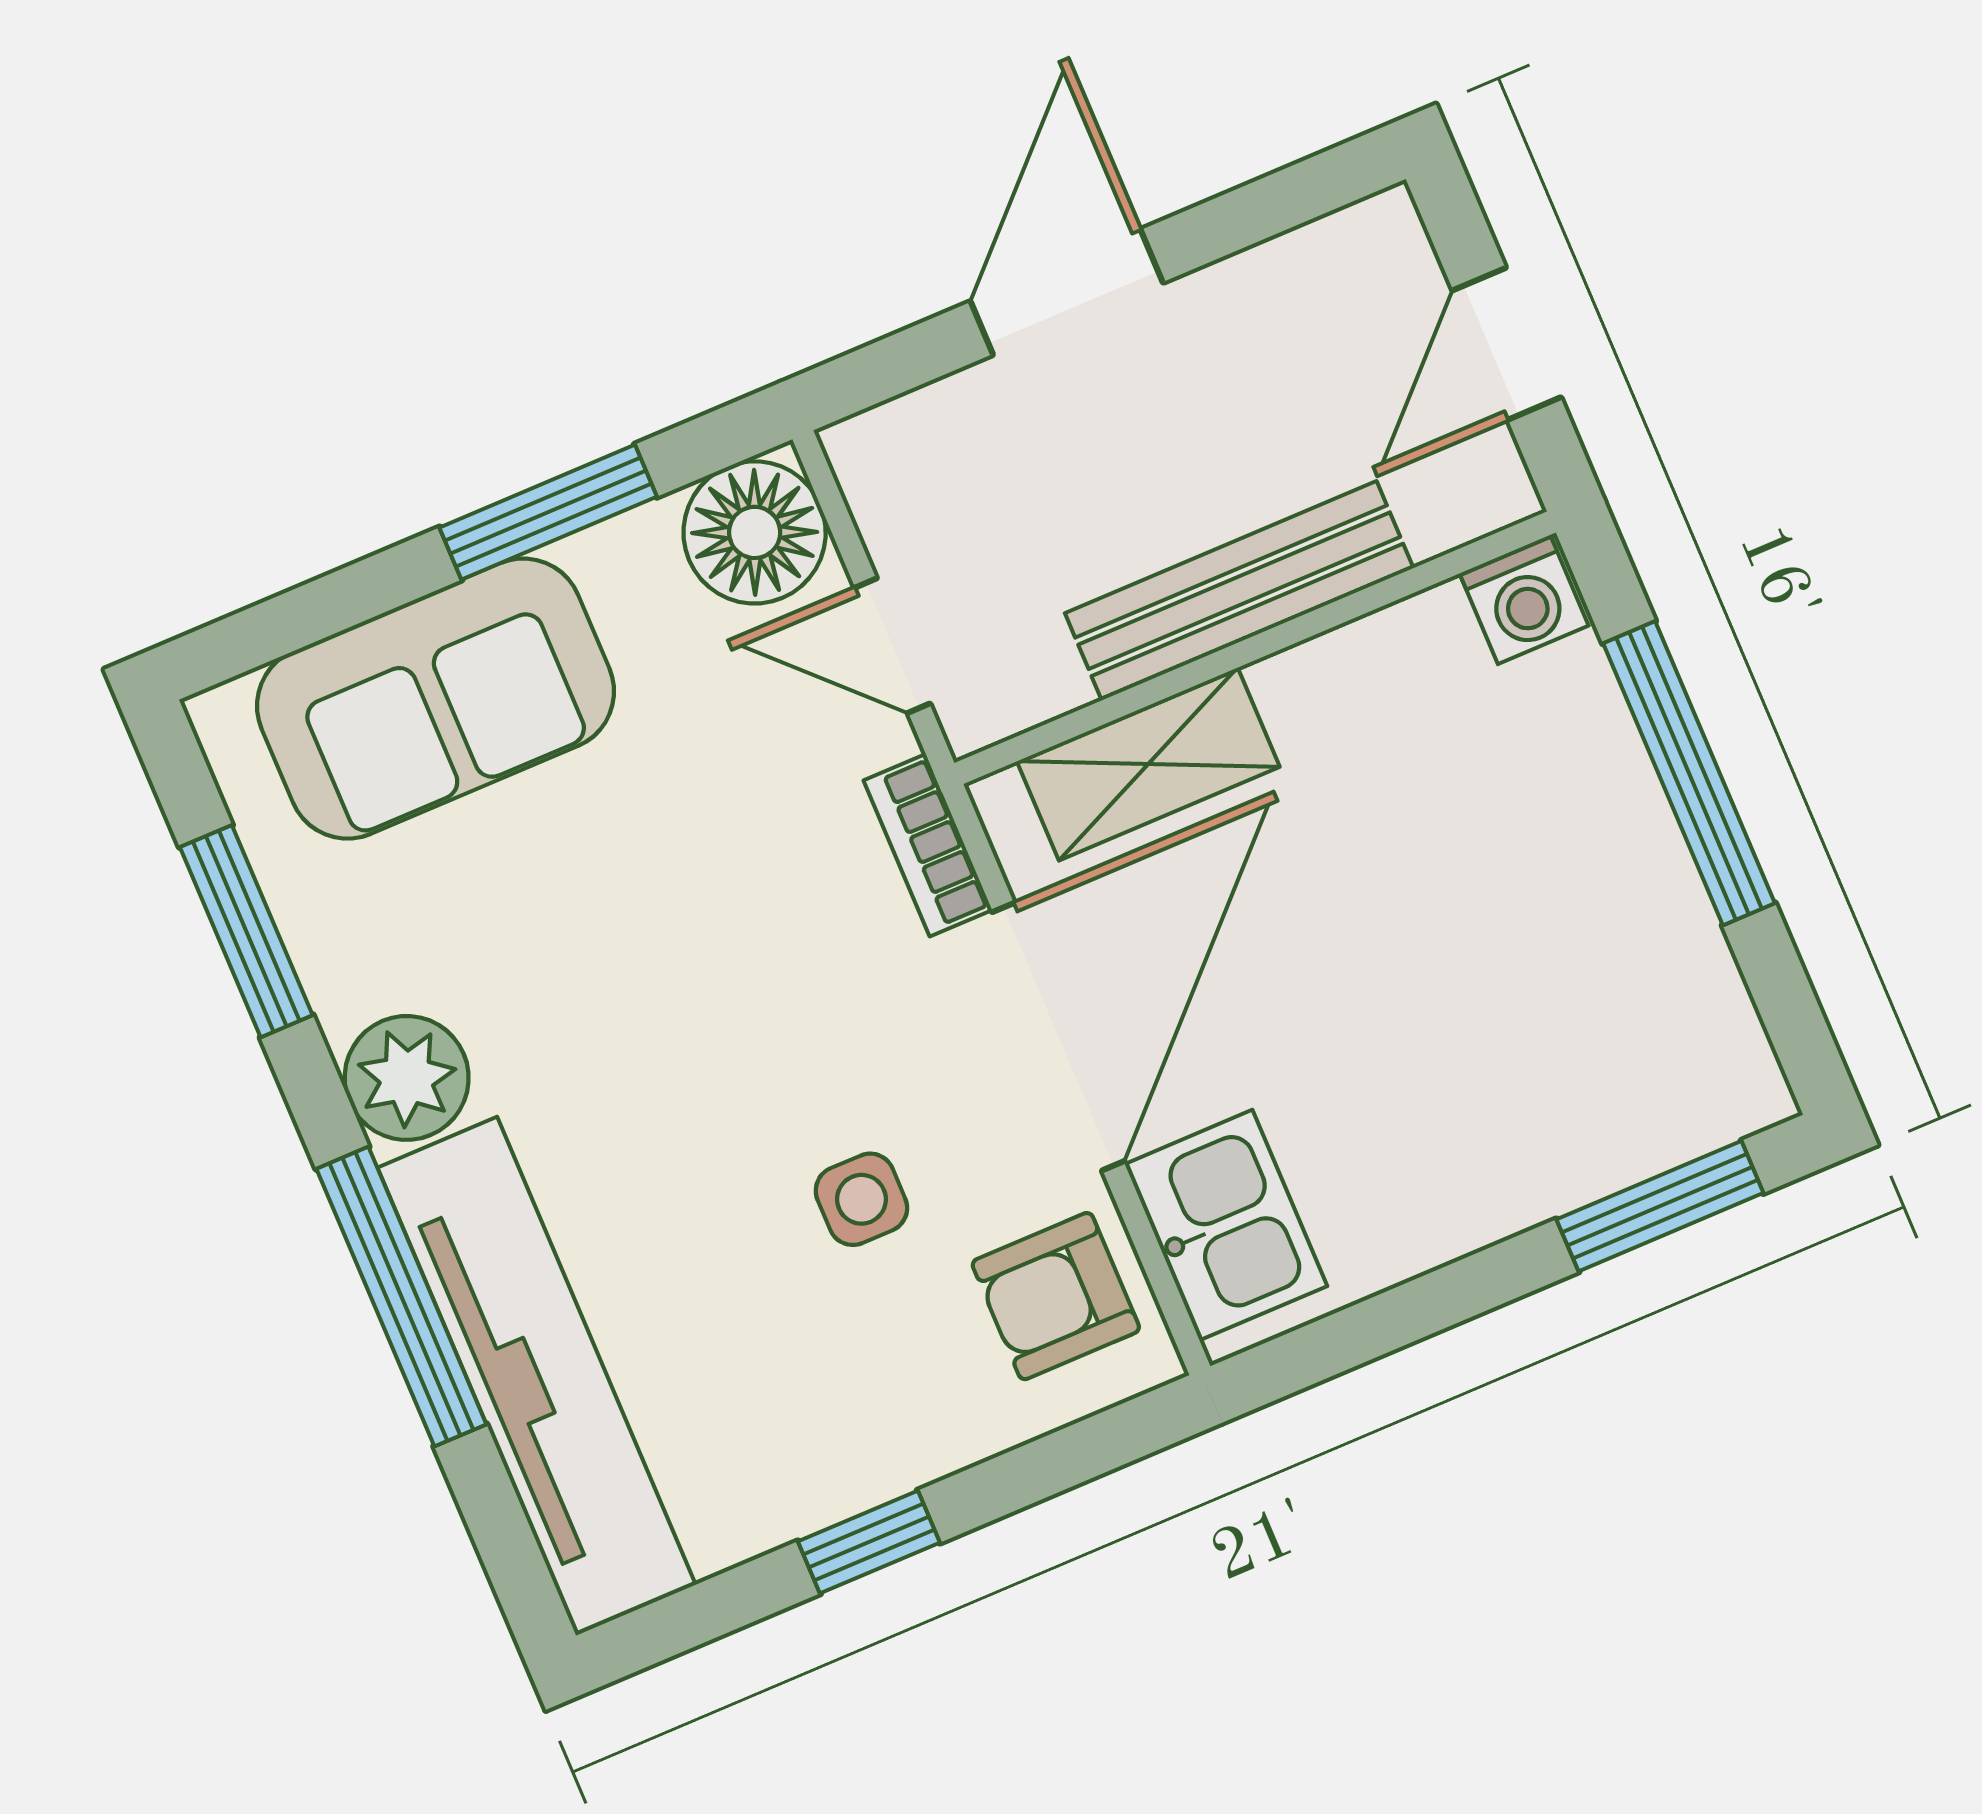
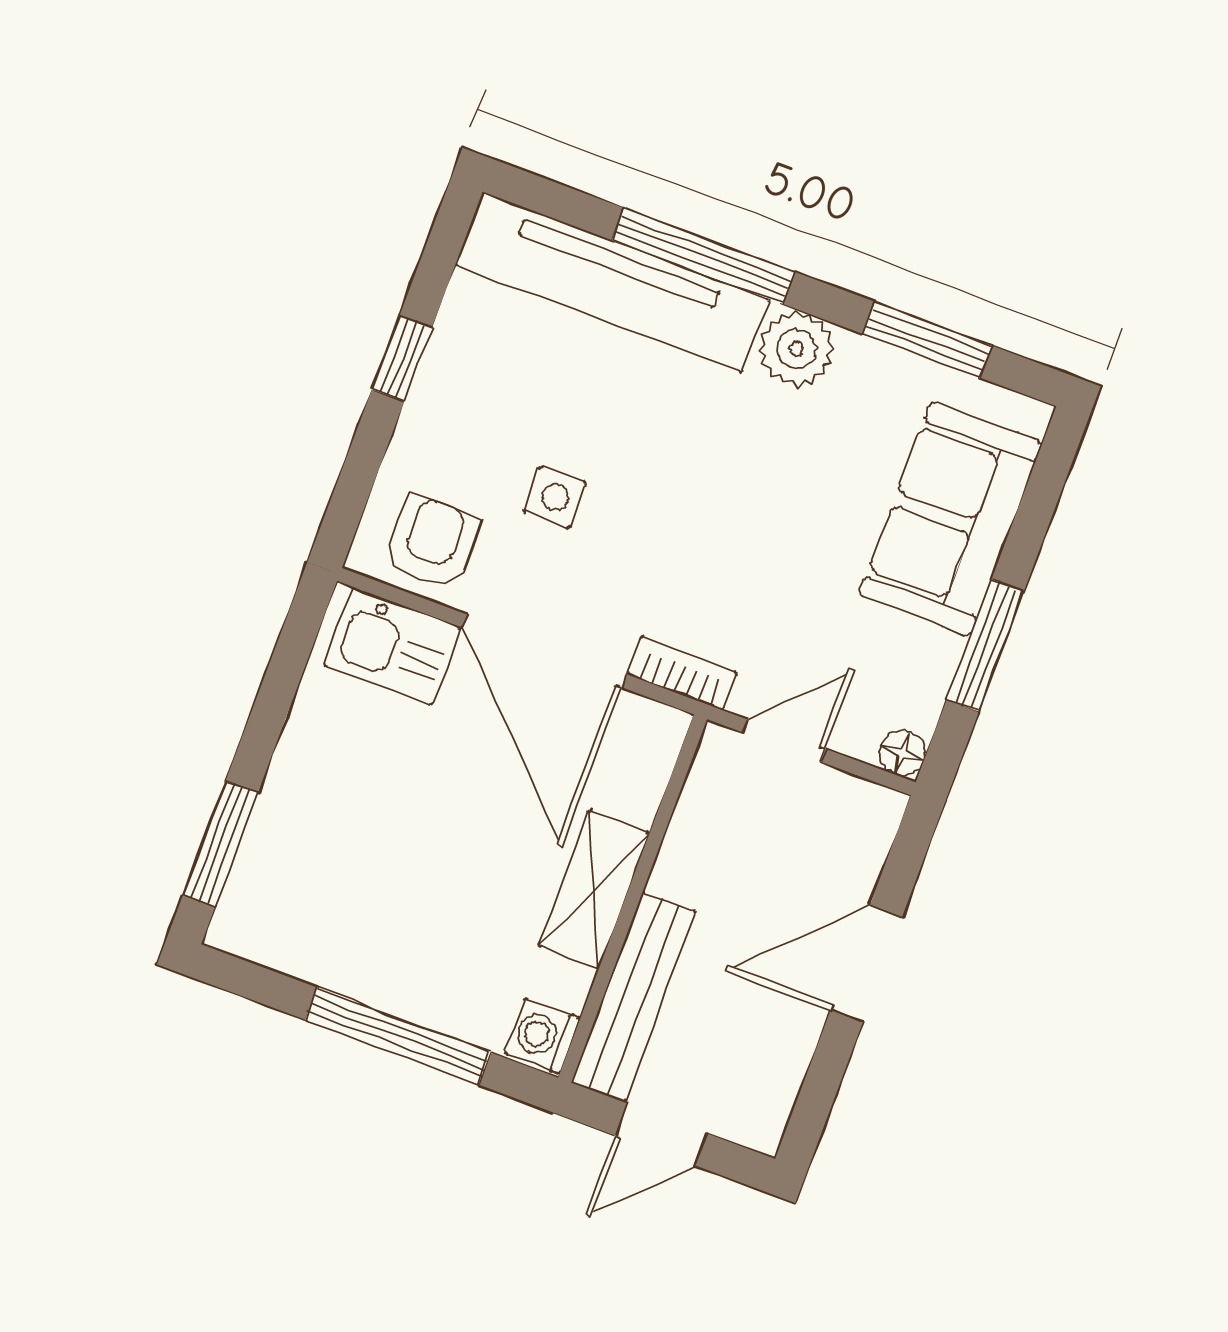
door: (1067, 292) -> (866, 964), swing flipped
door: (1507, 344) -> (661, 1134), swing flipped
floor lamp: (755, 532) -> (903, 753), width x0.53, depth x0.53
bench: (1239, 591) -> (634, 997), moved
shelving: (1148, 764) -> (594, 890), moved

